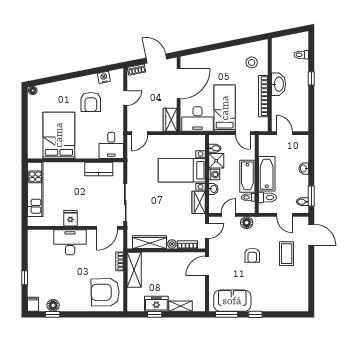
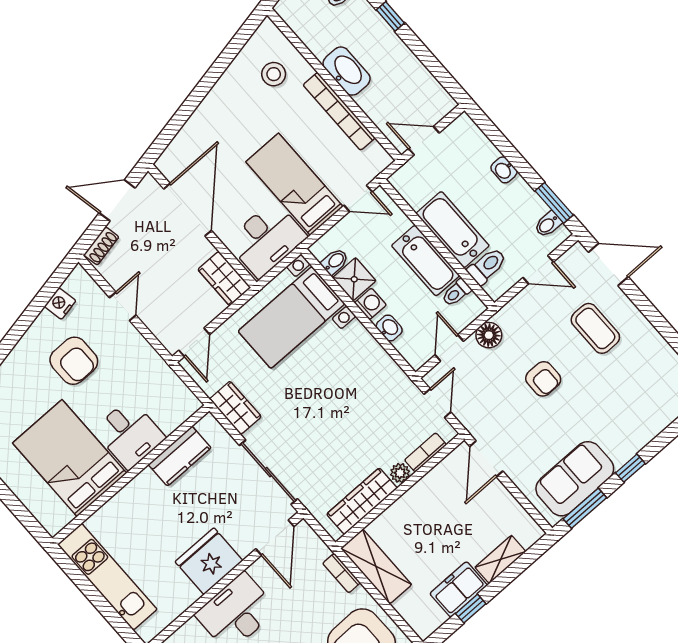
desk: (111, 145) -> (129, 434), moved
bed with nightstands: (182, 170) -> (291, 318), moved
wardrobe: (199, 202) -> (235, 408), moved, turned 180
fridge: (70, 218) -> (209, 561), width x1.88, depth x1.34

